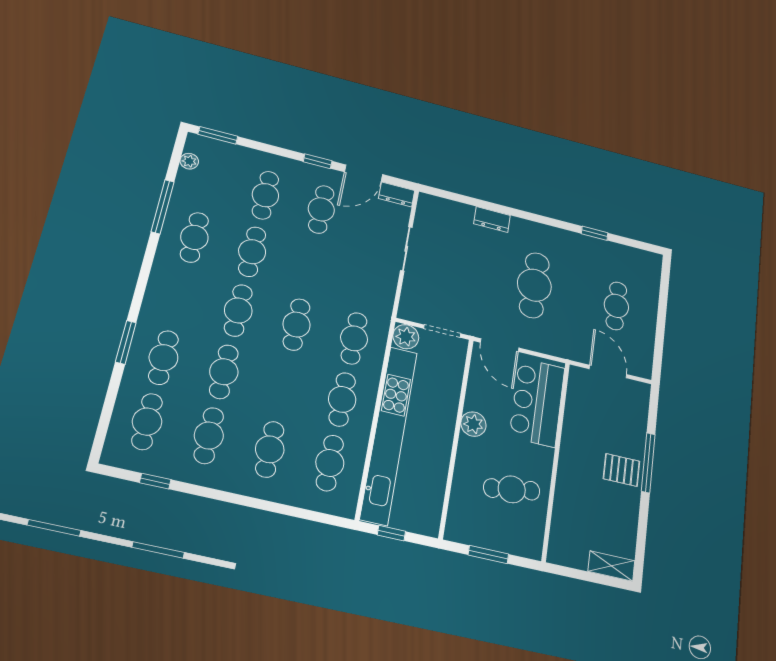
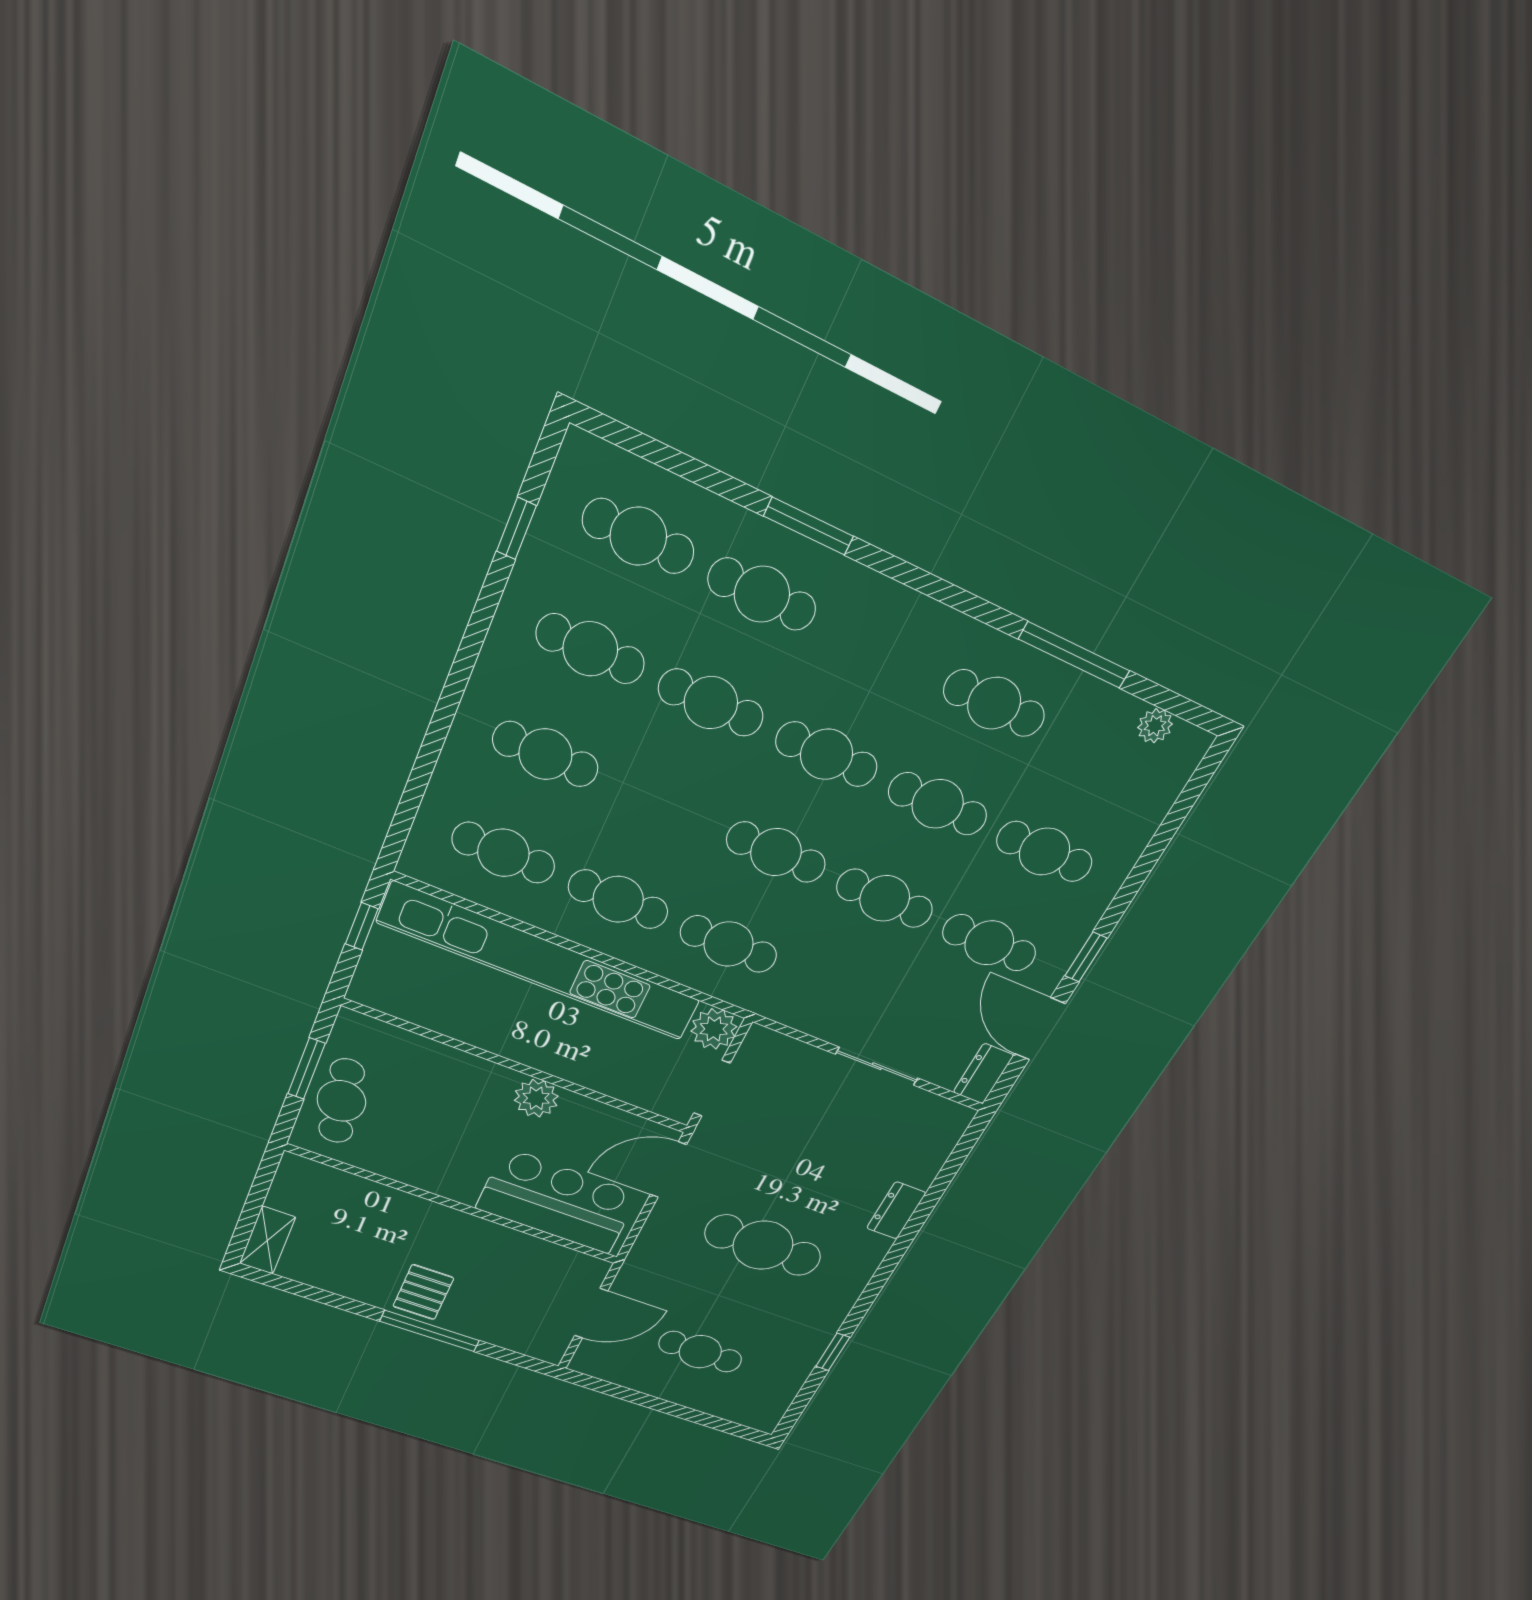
window: (218, 135) -> (1193, 791), removed
cafe table: (309, 266) -> (885, 898), added
cafe table: (512, 489) -> (341, 1101), moved

